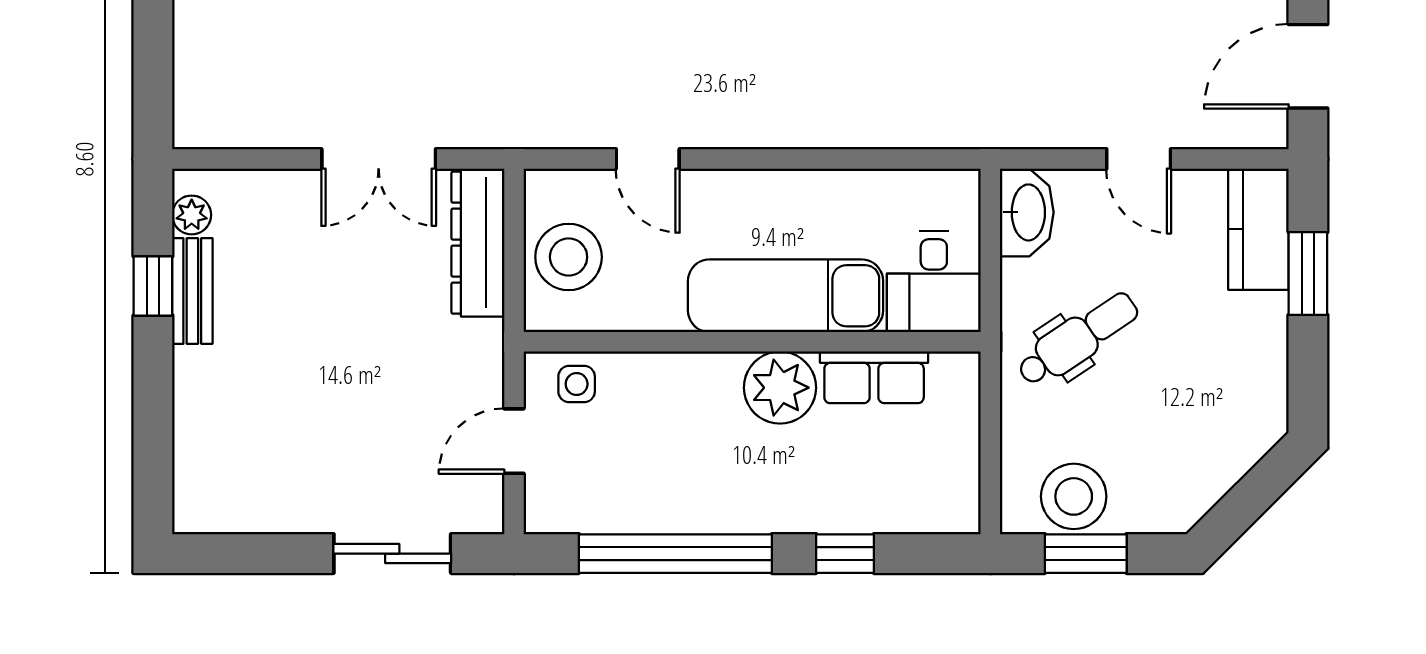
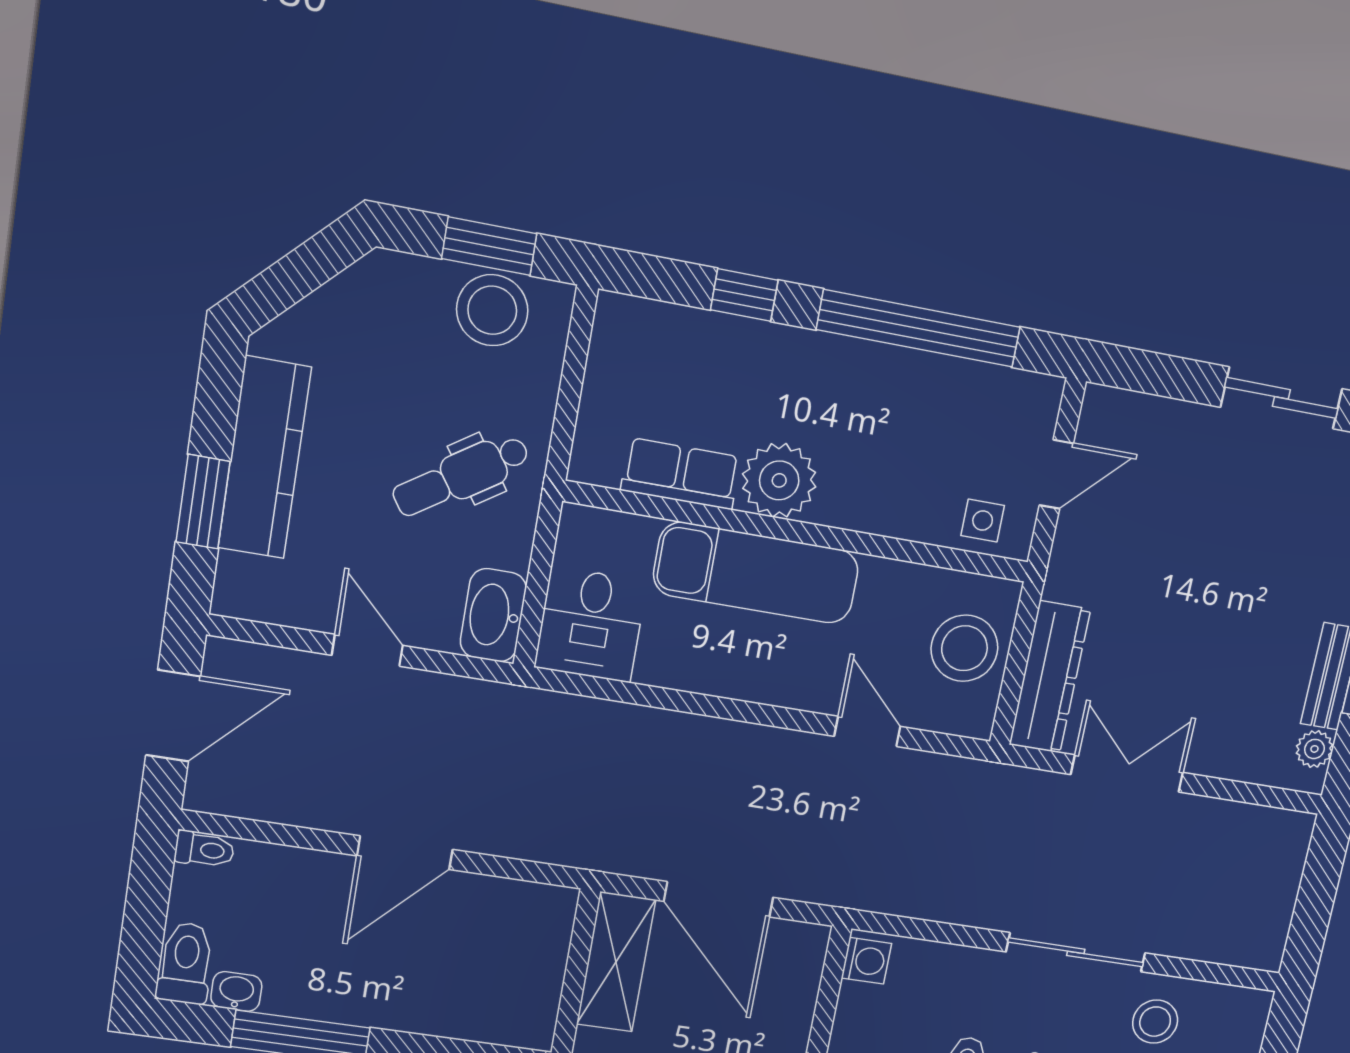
kitchen counter: (1258, 229) -> (265, 458), moved, width x1.50
desk: (934, 282) -> (591, 624), moved, turned 180
sliding door: (392, 554) -> (1281, 398), moved

